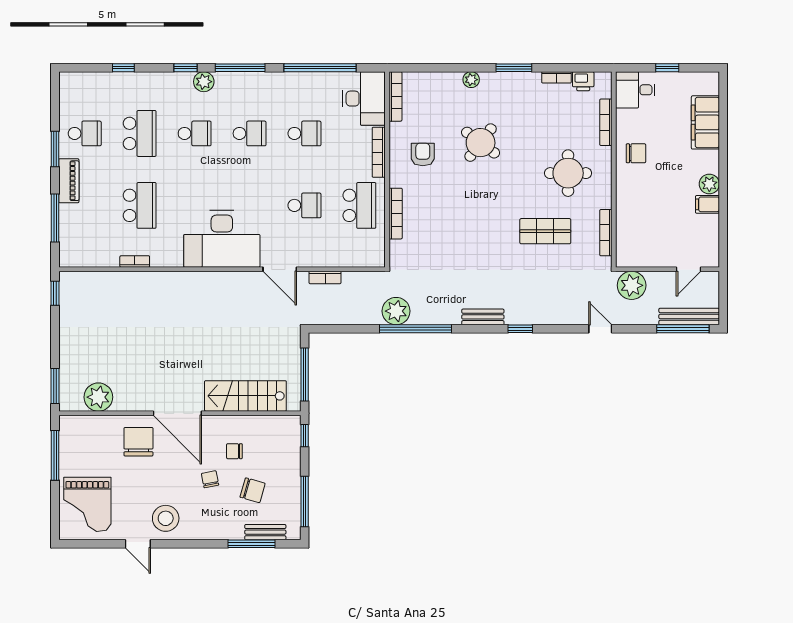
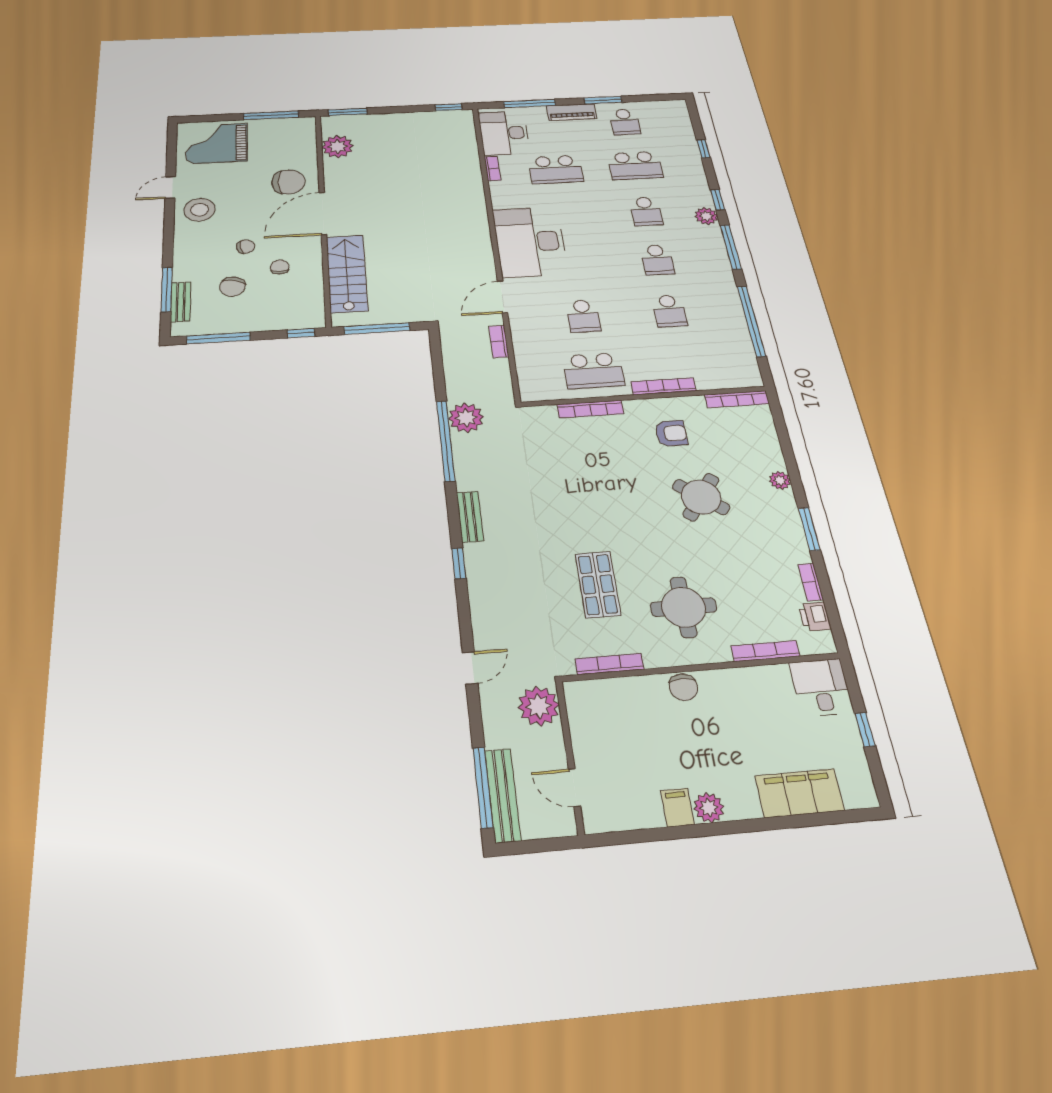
desk: (364, 99) -> (504, 133), moved, turned 90
chair: (636, 153) -> (683, 687), moved

